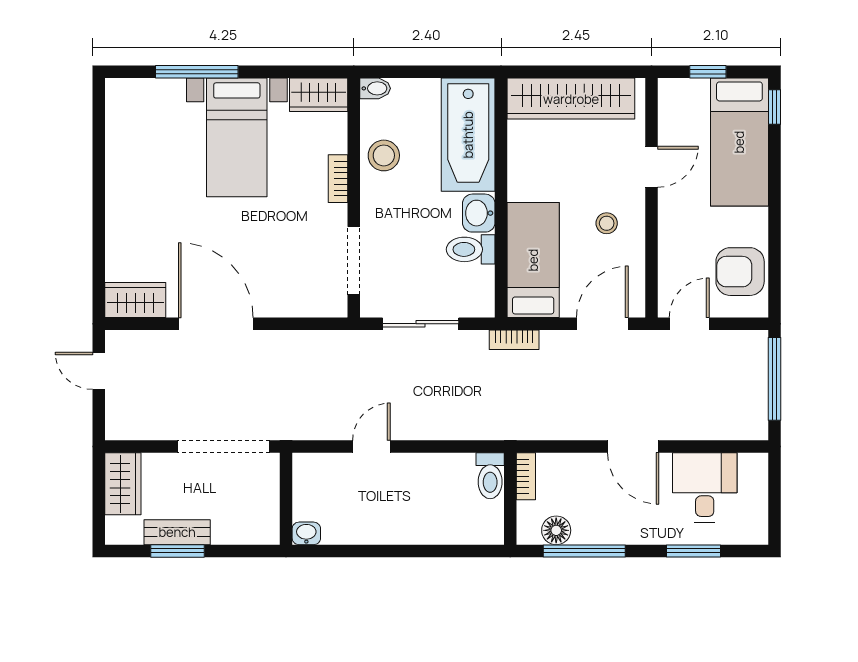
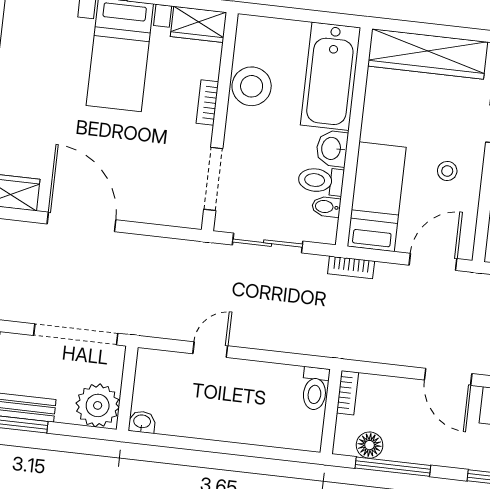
bidet: (375, 88) -> (326, 207), moved, turned 180
stool: (384, 155) -> (252, 86), width x1.38, depth x1.38
plant: (256, 521) -> (98, 405), added

